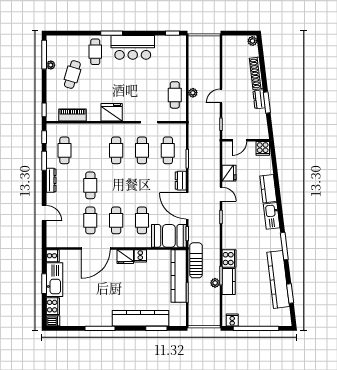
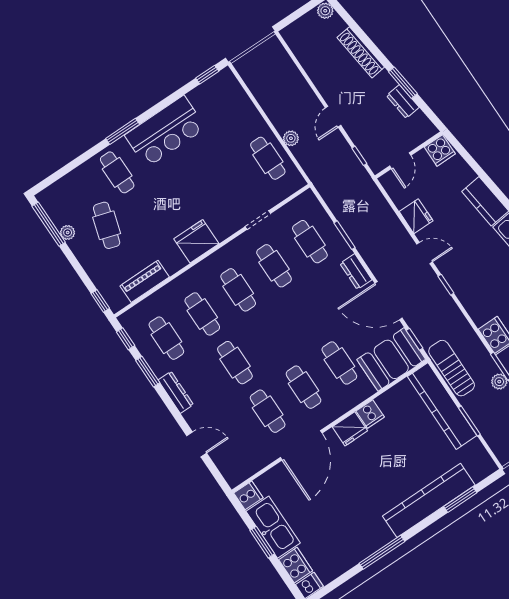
dresser: (259, 99) -> (403, 101), moved
cafe table: (90, 150) -> (202, 314), added

